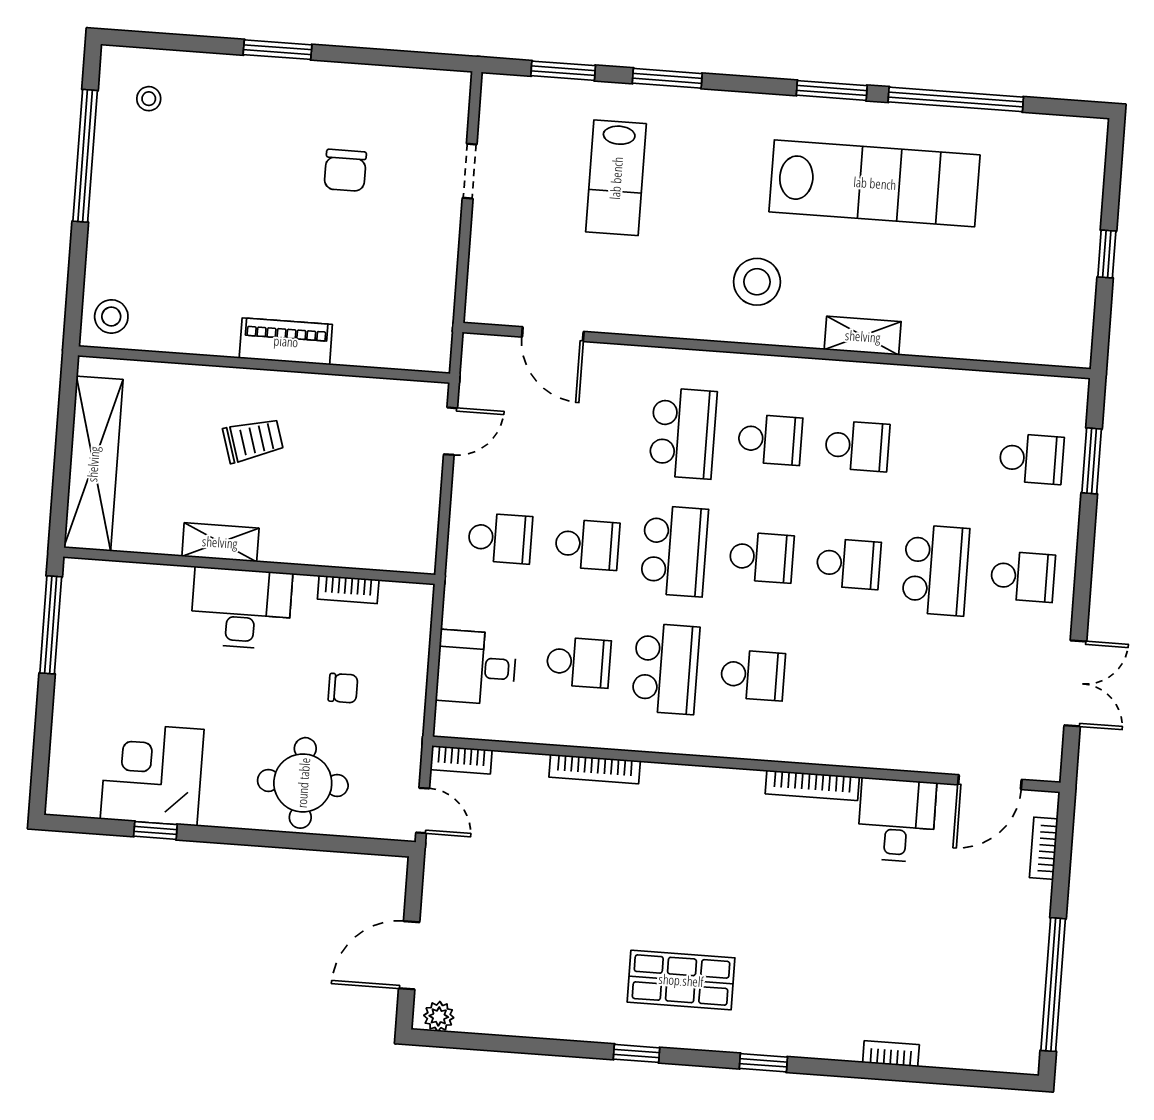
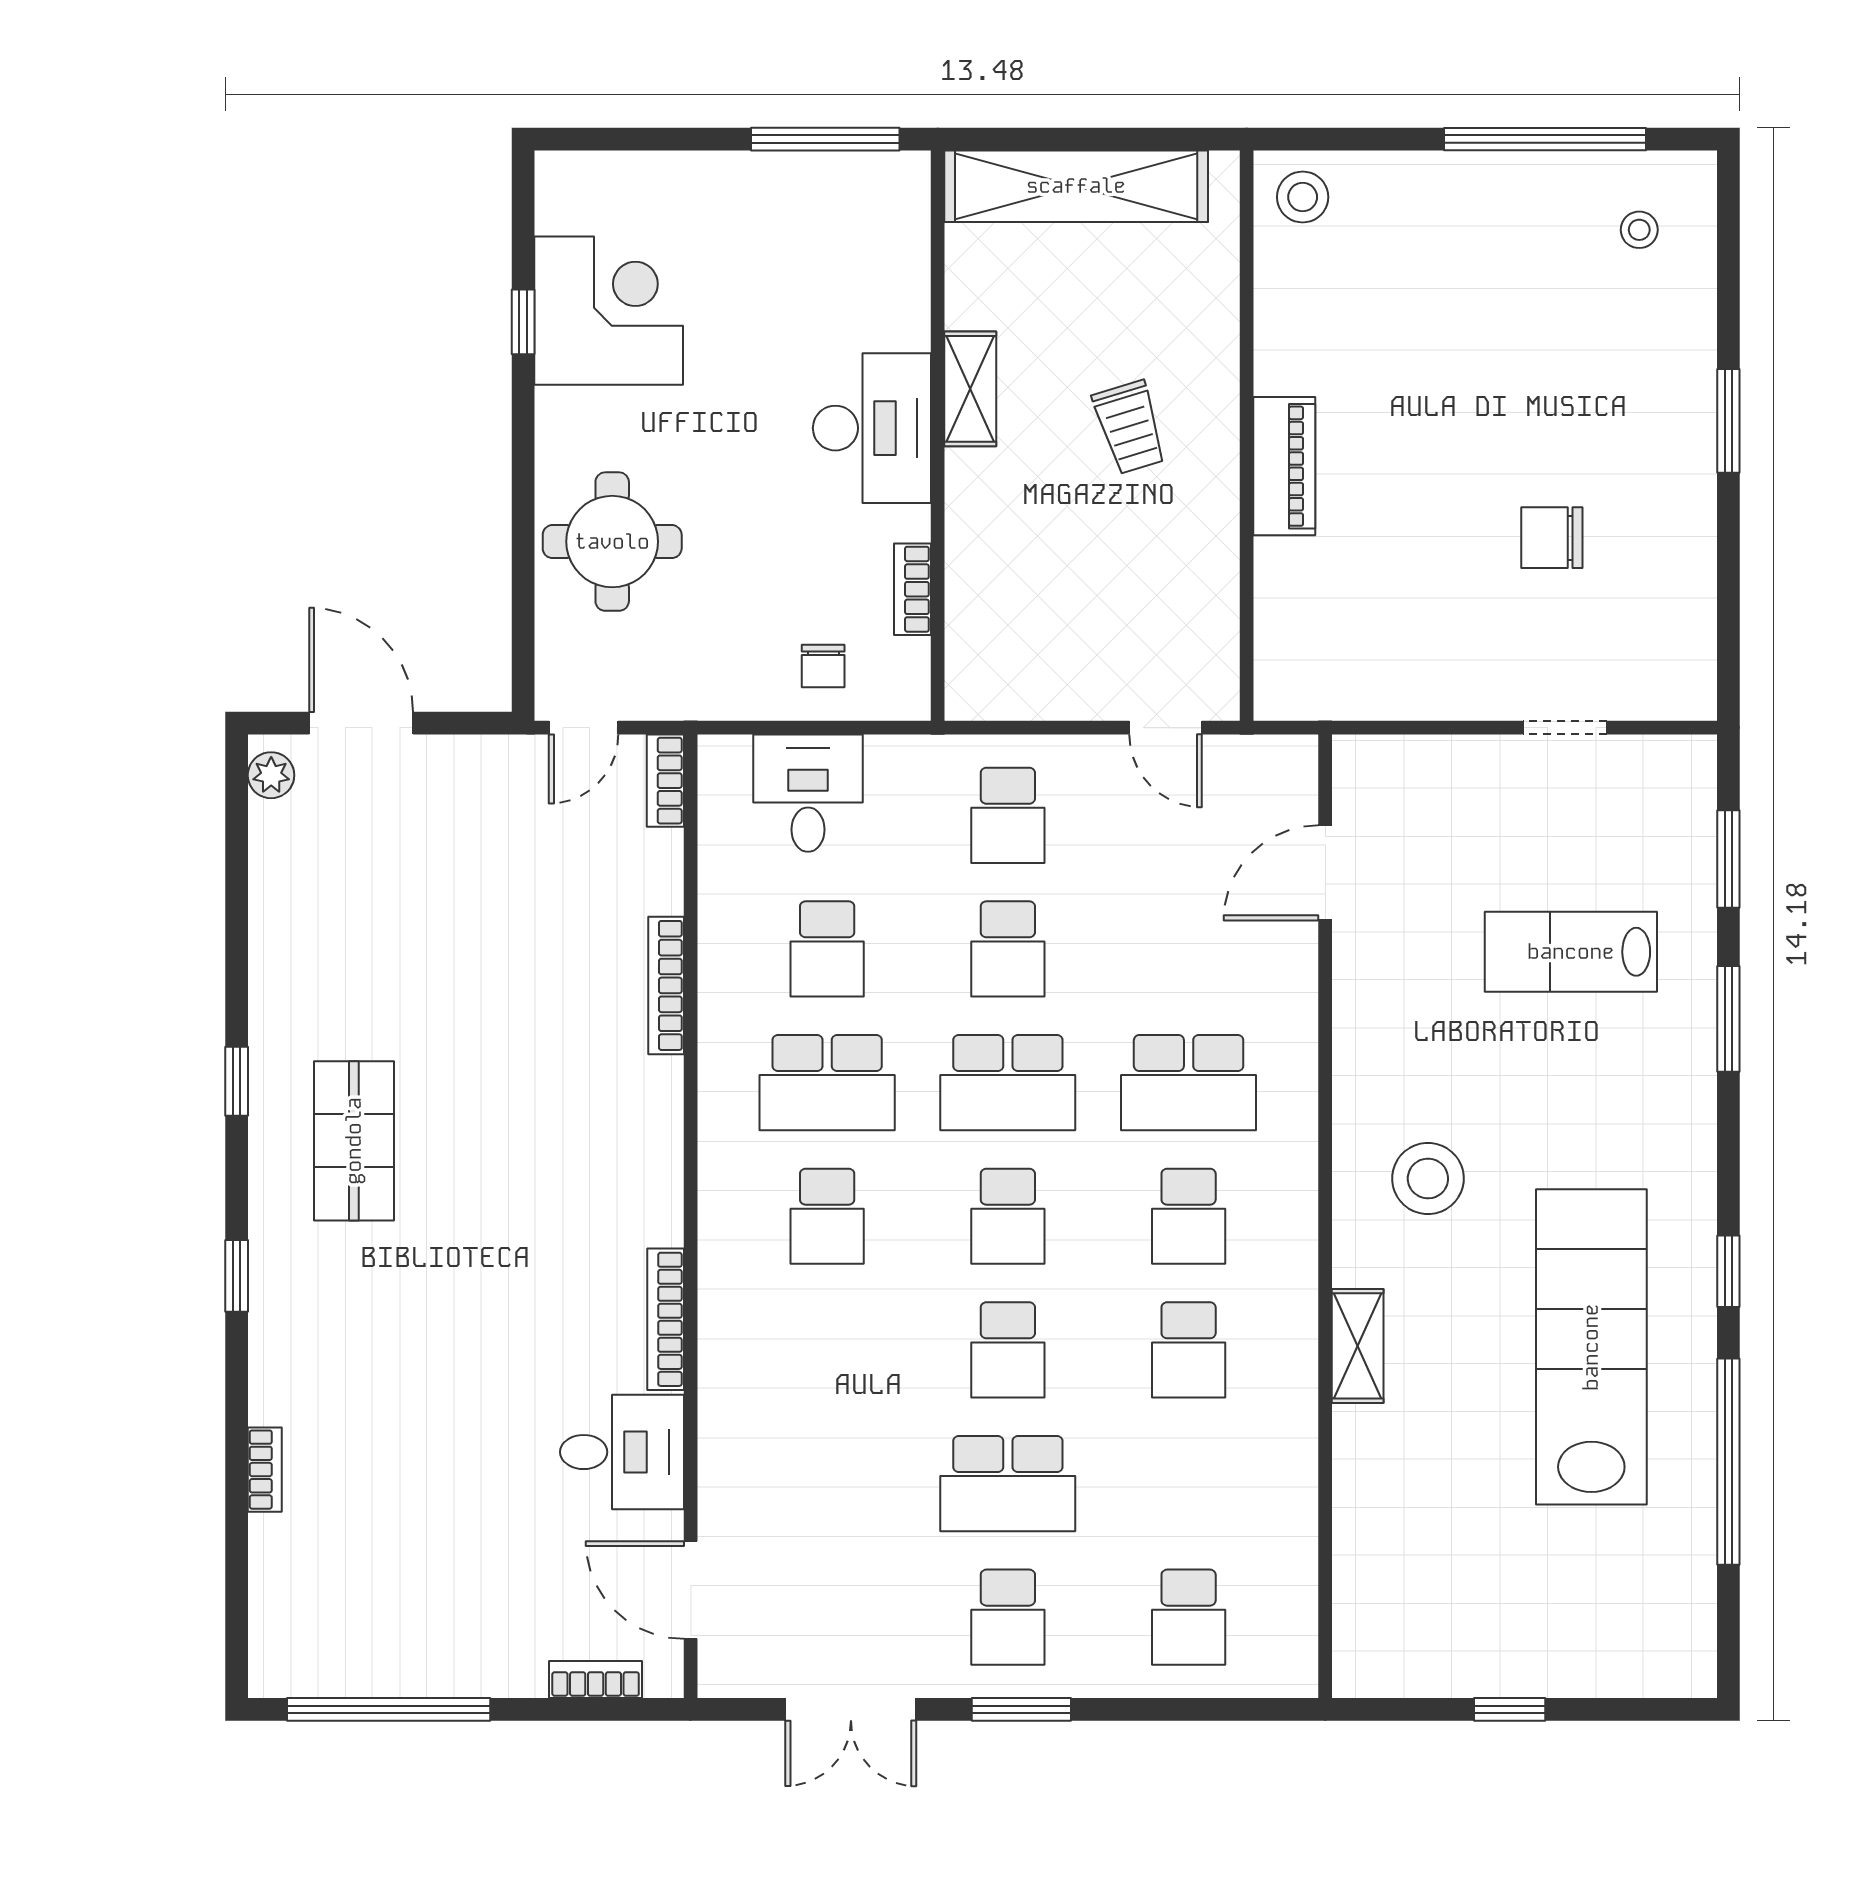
window: (832, 90) -> (1728, 1271), width x0.67
lab bench: (875, 183) -> (1591, 1347), turned 180
window: (1092, 461) -> (1021, 1709), moved
chair: (343, 688) -> (823, 666), moved

